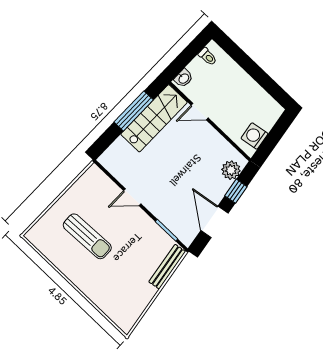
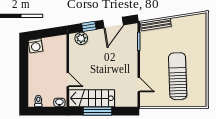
washing machine: (254, 136) -> (36, 46), moved
door: (132, 197) -> (139, 85), moved
sun lounger: (87, 236) -> (178, 76), width x1.36, depth x1.34

